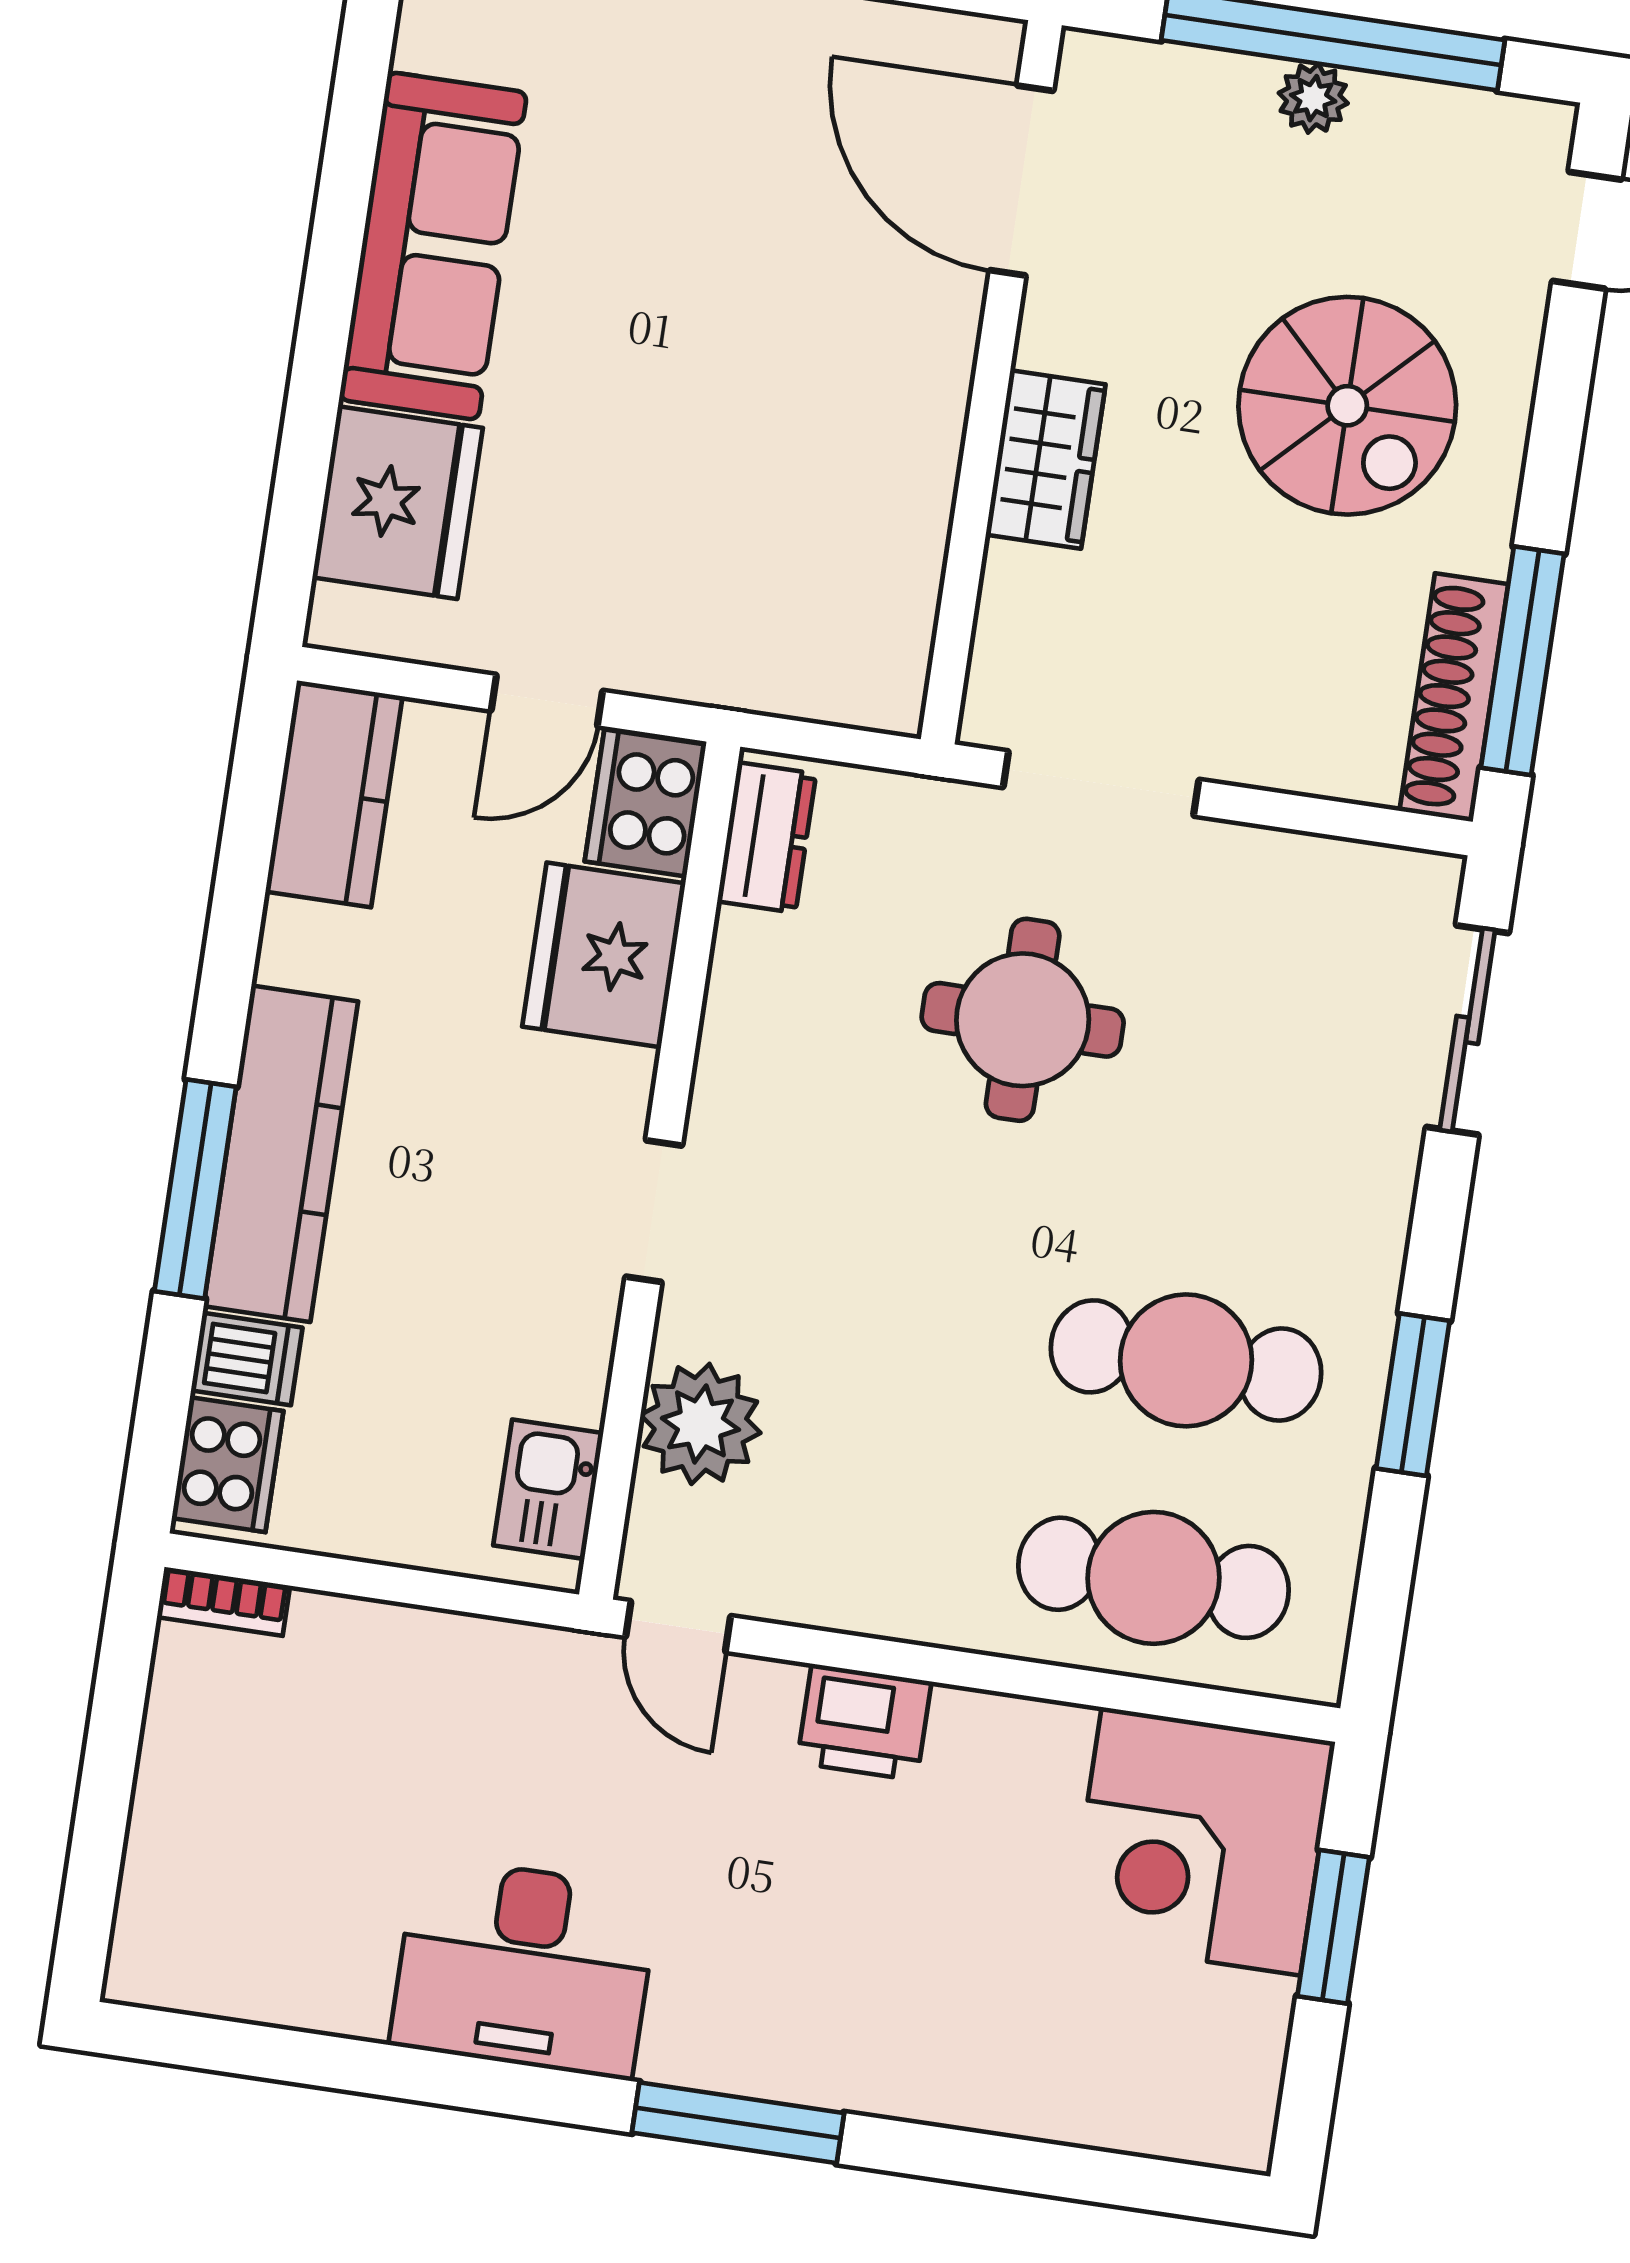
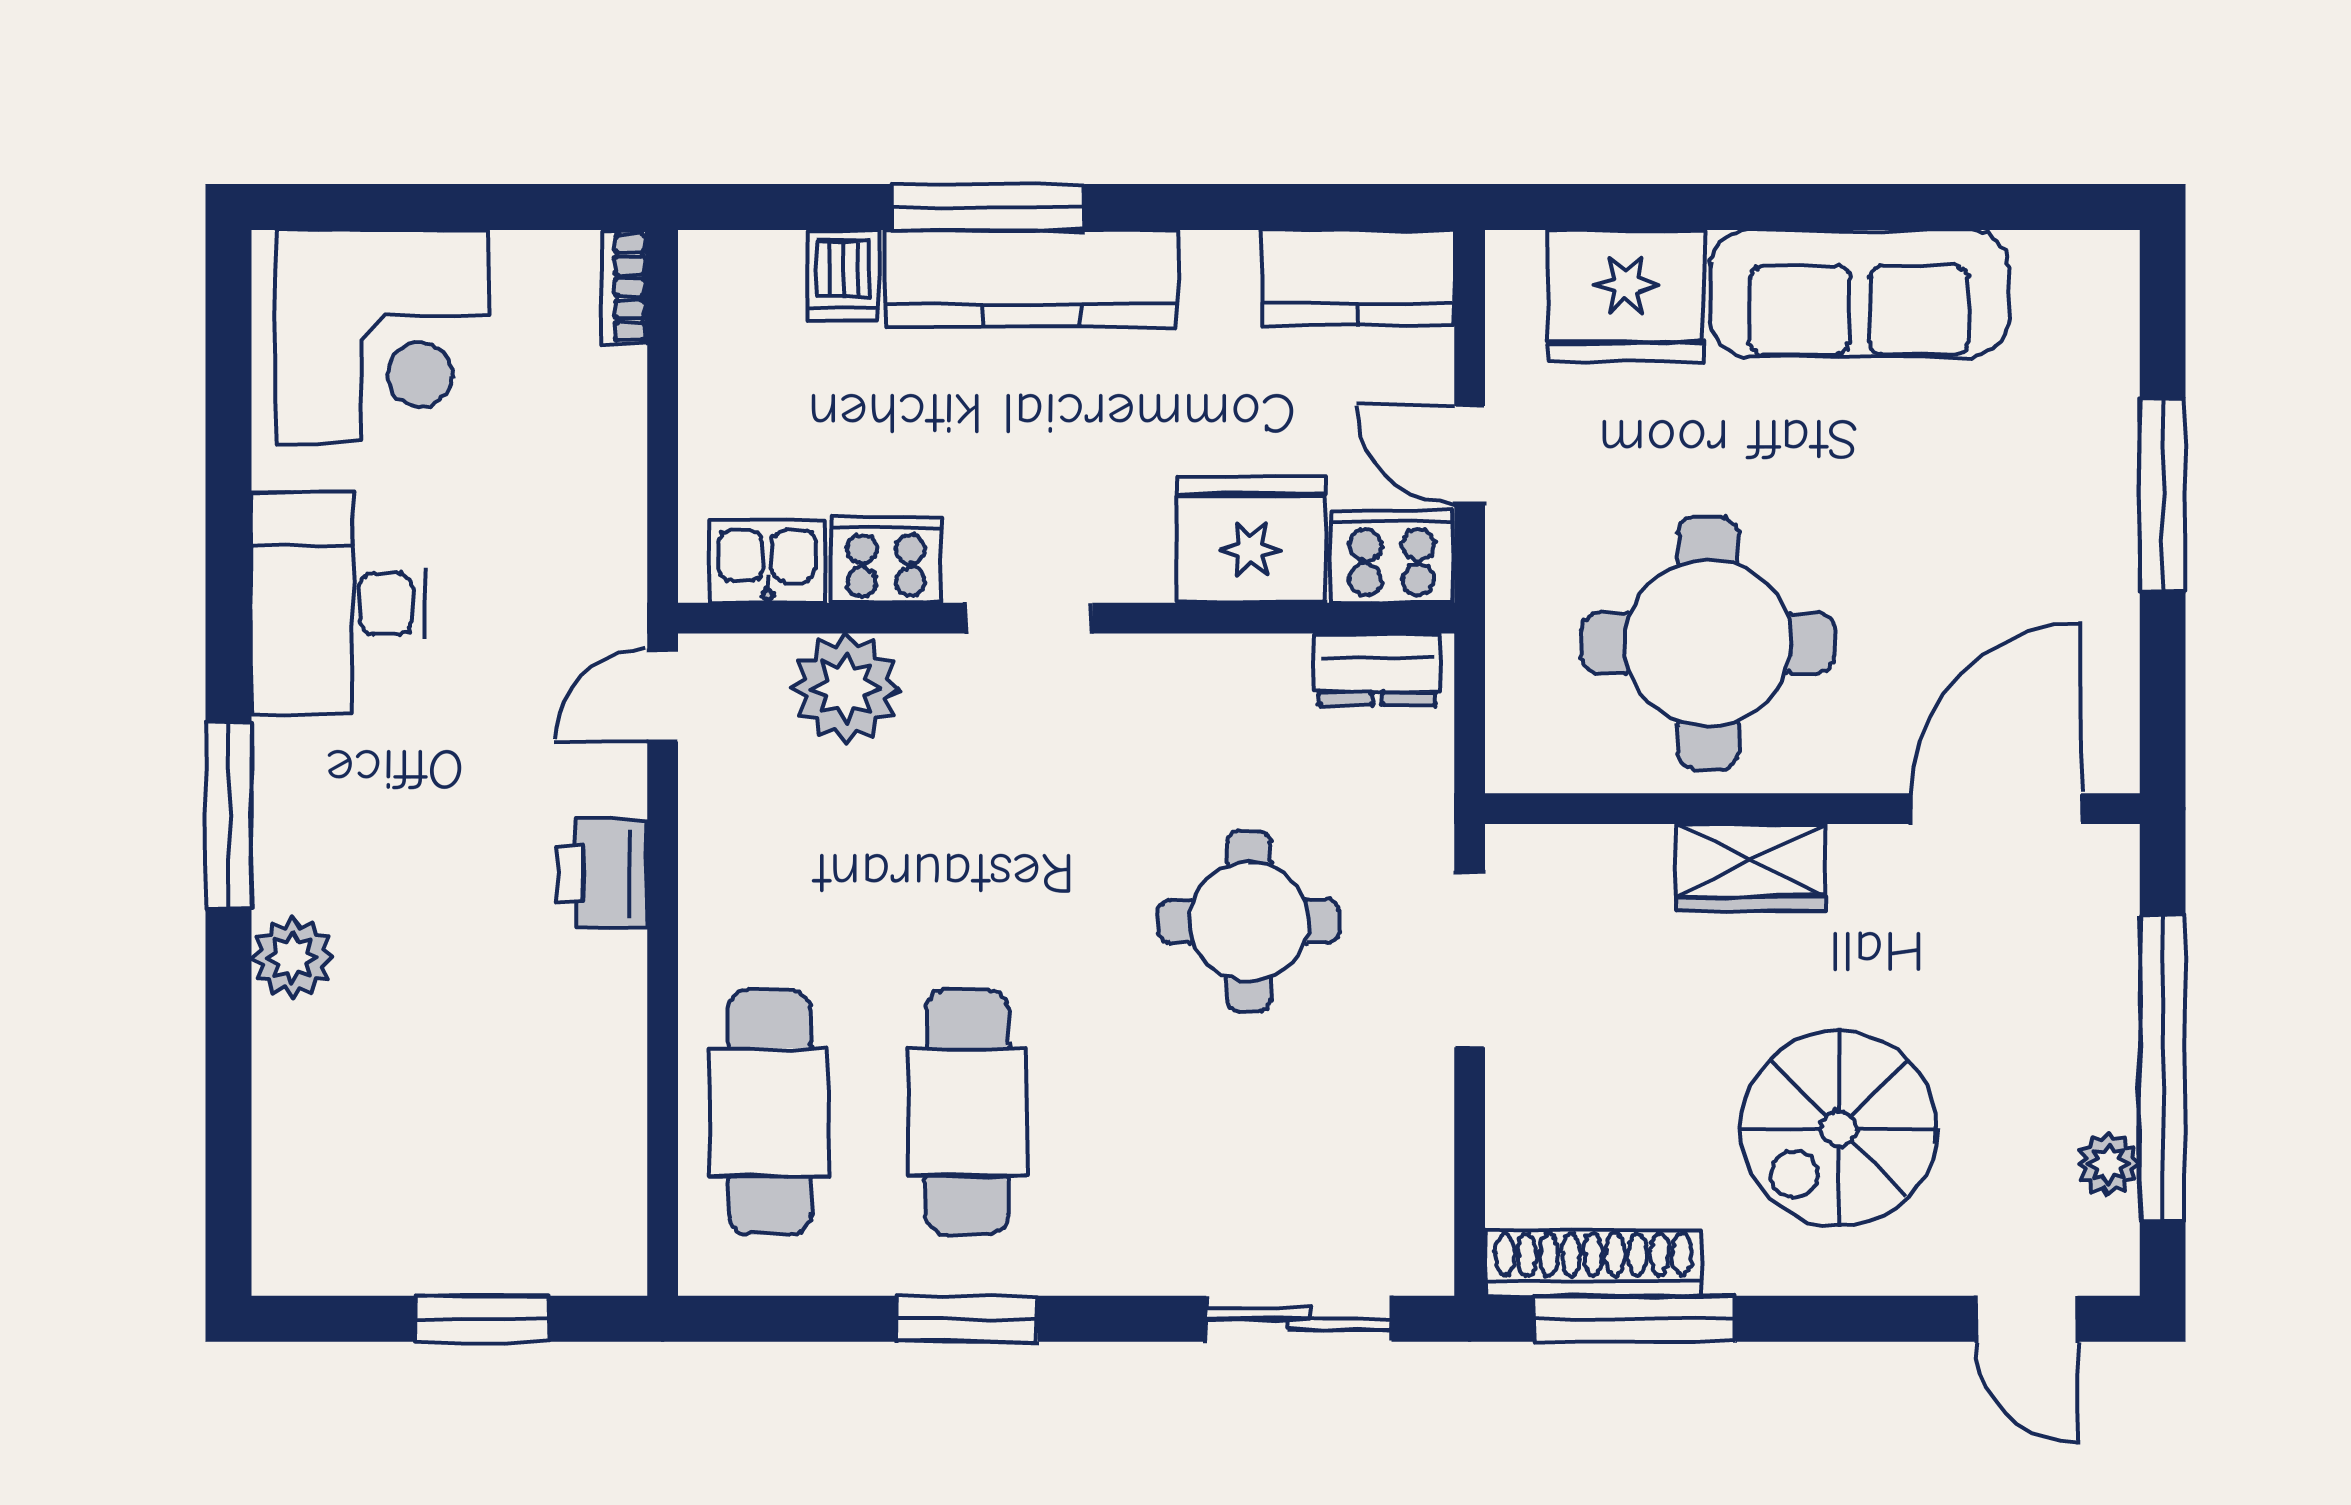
plant: (1313, 98) -> (2108, 1164), moved
round table: (792, 470) -> (1708, 643), added
cooker: (228, 1465) -> (886, 560), moved, turned 180
corner desk: (1201, 1841) -> (382, 336), moved, turned 180
plant: (905, 2076) -> (292, 958), added

